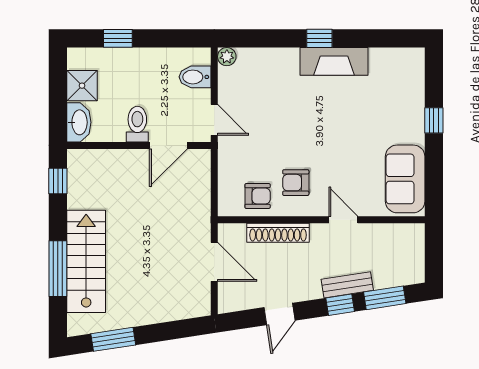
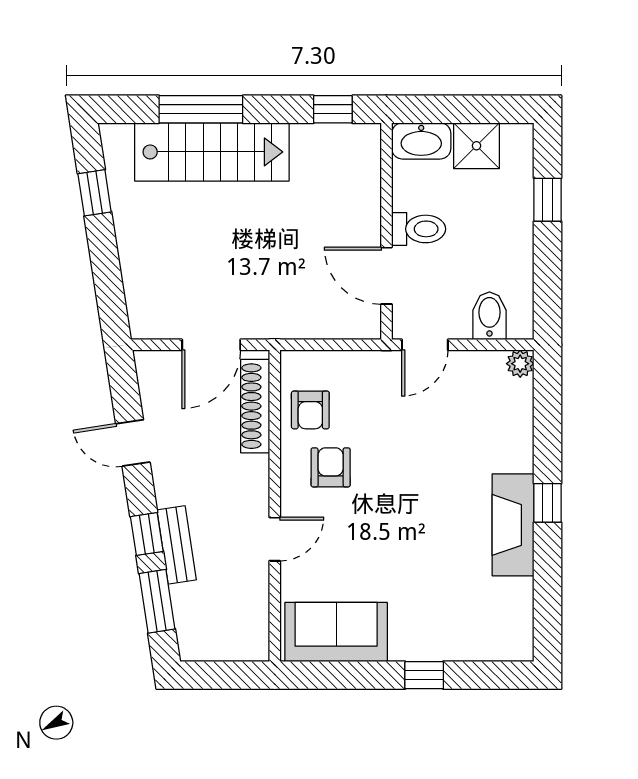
shoe rack: (278, 233) -> (255, 406), moved
window: (113, 339) -> (95, 193), width x0.67

